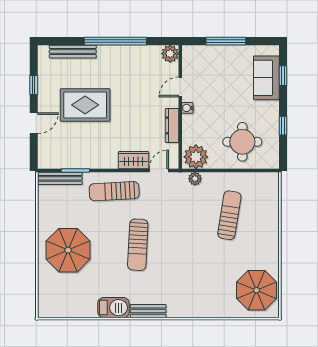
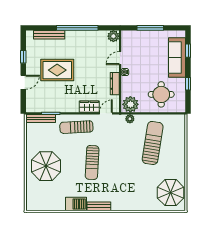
sofa: (266, 78) -> (177, 57), width x1.36
sun lounger: (229, 215) -> (153, 143), width x1.36, depth x1.34

